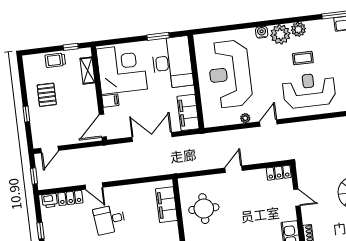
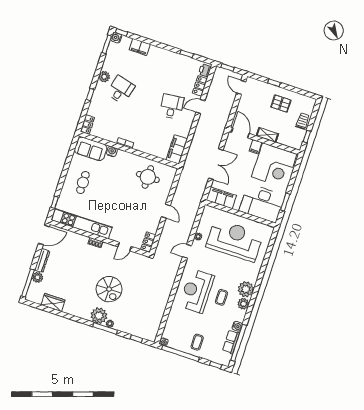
water cooler: (262, 32) -> (237, 326), moved
shelving: (87, 71) -> (267, 135), moved
reception desk: (309, 90) -> (197, 291), turned 180
door: (268, 123) -> (187, 251), swing flipped
filing cabinet: (166, 205) -> (177, 149), moved, turned -90

